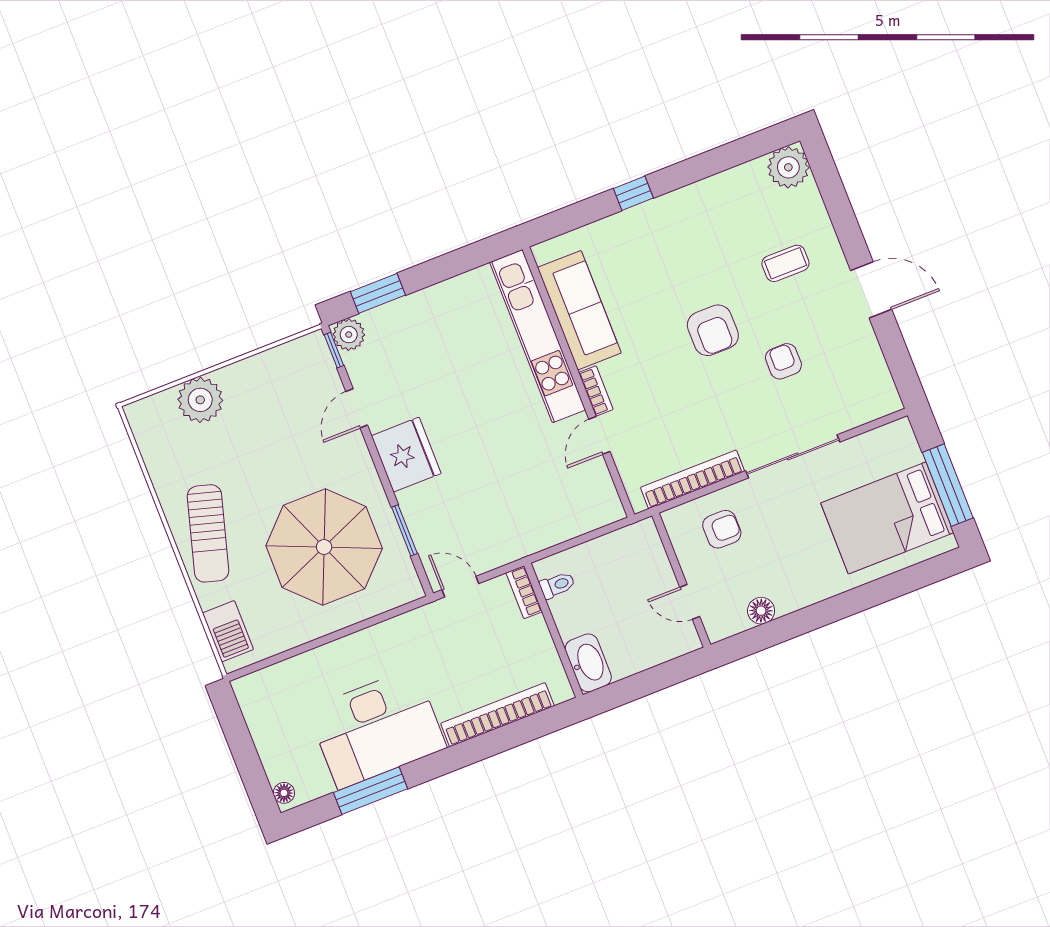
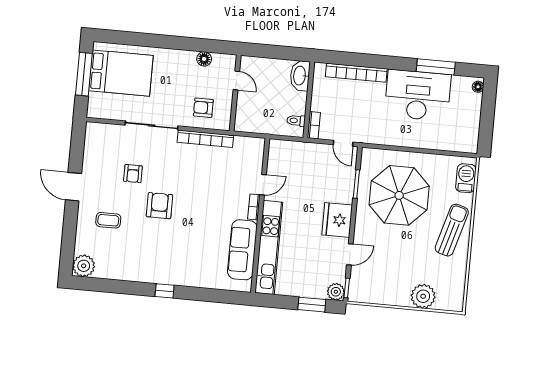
sofa: (579, 310) -> (242, 250), moved
kitchen unit: (538, 336) -> (269, 247), moved
wall: (578, 382) -> (260, 215), moved
bookcase: (596, 391) -> (254, 207), moved
door: (599, 435) -> (263, 185), moved

